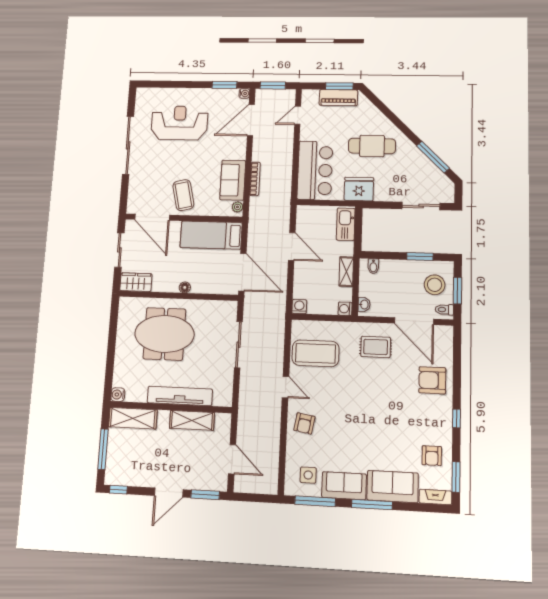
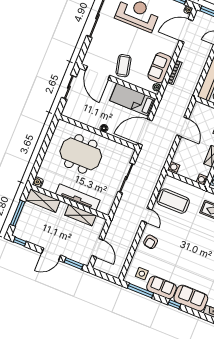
door: (242, 272) -> (145, 132), swing flipped
wardrobe: (136, 282) -> (73, 113), removed
window: (372, 505) -> (174, 304), width x0.46

